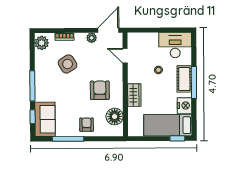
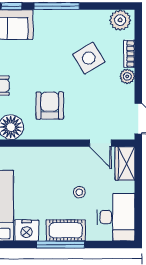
plant: (92, 38) -> (127, 76), moved
door: (125, 56) -> (100, 143), swing flipped
armchair: (100, 90) -> (50, 106), turned -90
wardrobe: (134, 95) -> (125, 163), moved, turned 90

